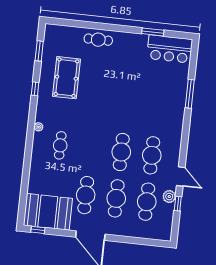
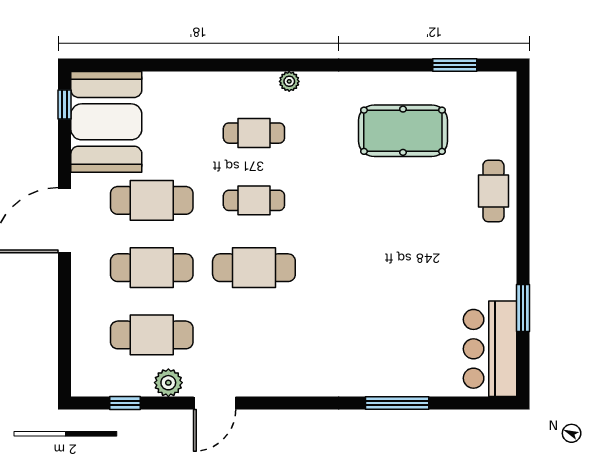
window: (35, 89) -> (371, 65), removed
cafe table: (152, 155) -> (254, 200), moved, width x0.73, depth x0.74
window: (178, 204) -> (125, 403), moved

